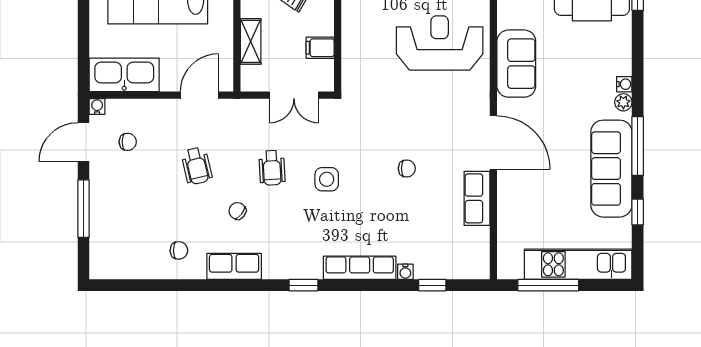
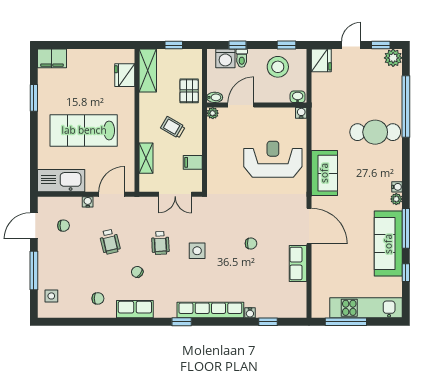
water cooler: (97, 106) -> (88, 202), moved
side table: (109, 247) -> (51, 296), added
row of seats: (360, 268) -> (210, 310), width x1.36

